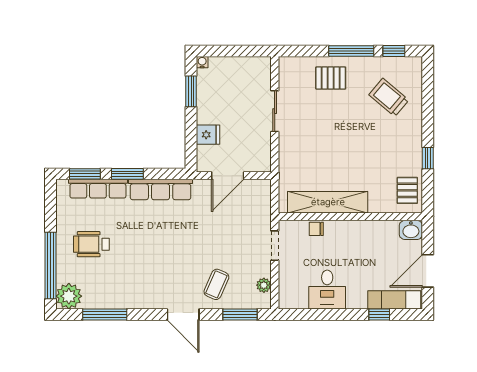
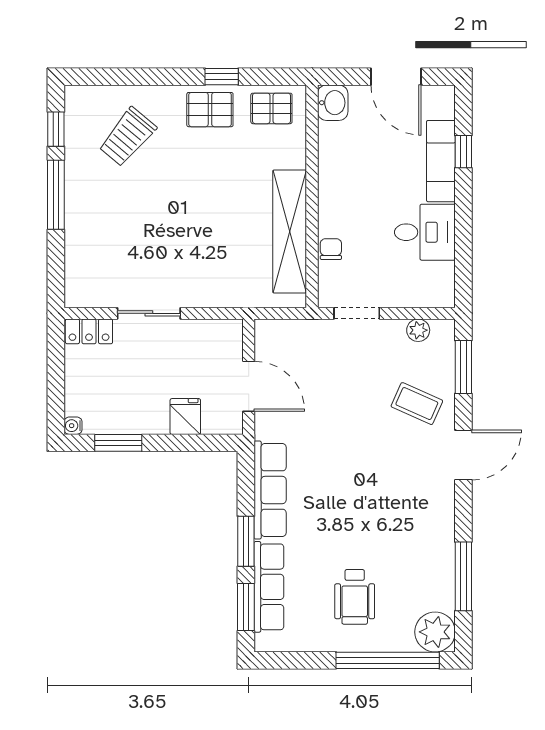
locker: (263, 72) -> (89, 331), added
pallet: (331, 78) -> (210, 110), moved, turned 90
chair: (316, 229) -> (331, 249), turned 180
exam couch: (394, 300) -> (441, 161), moved

